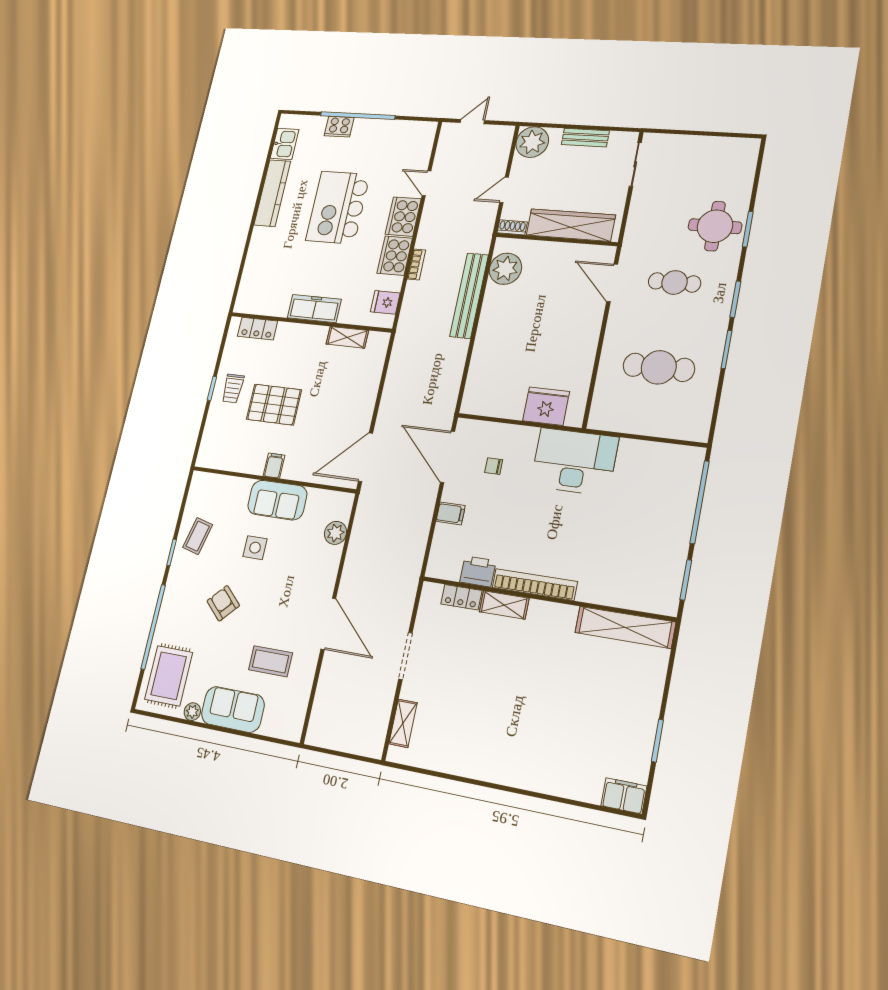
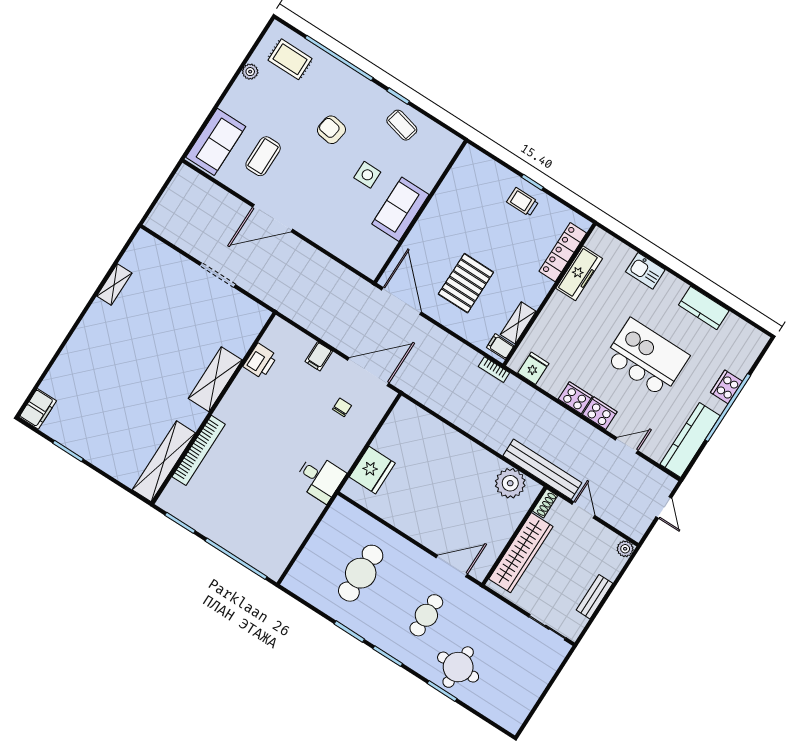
kitchen counter: (400, 132) -> (690, 440), added
plant: (532, 142) -> (625, 549), width x0.53, depth x0.53
kitchen sink: (285, 144) -> (645, 271), moved
kitchen counter: (272, 193) -> (704, 308), width x0.67
cooker: (403, 217) -> (600, 413), width x0.73, depth x0.76
cooker: (395, 256) -> (575, 398), width x0.73, depth x0.76
bookcase: (416, 264) -> (494, 370), moved
bench: (469, 296) -> (542, 469), moved
freezer: (314, 309) -> (579, 273), moved
locker: (257, 329) -> (563, 252), width x1.53
pallet: (274, 405) -> (466, 283), moved
desk: (574, 462) -> (320, 478), width x0.53, depth x0.77
filing cabinet: (274, 466) -> (500, 347), moved, turned 180
plant: (336, 533) -> (348, 251), removed
bookcase: (535, 585) -> (199, 450), moved
locker: (461, 597) -> (245, 339), removed
armchair: (223, 603) -> (331, 130), turned -125
shelving: (504, 605) -> (215, 379), width x1.50, depth x1.33
rug: (169, 676) -> (290, 59), width x0.73, depth x0.70
sofa: (233, 709) -> (216, 142), moved
shelving: (403, 723) -> (114, 285), moved, turned 90

